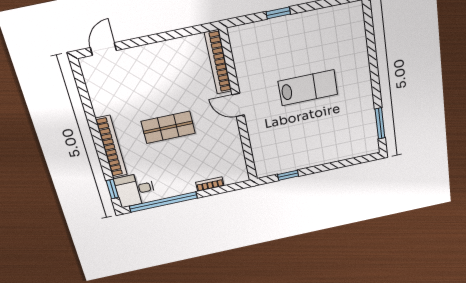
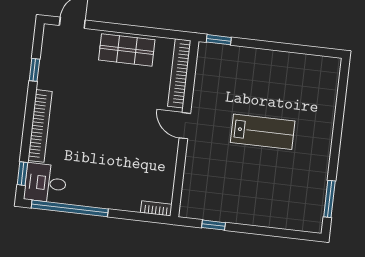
window: (278, 13) -> (219, 40), moved
window: (86, 102) -> (34, 70), added
shop shelf: (168, 127) -> (127, 50), moved
bookcase: (210, 184) -> (156, 208), moved

